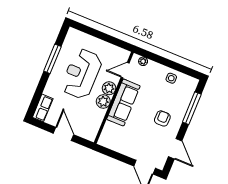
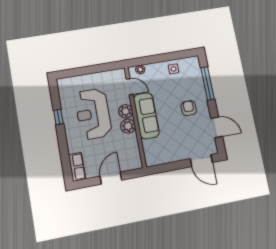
window: (52, 59) -> (58, 117), width x0.46
door: (125, 70) -> (130, 87), swing flipped
door: (63, 134) -> (111, 178), hinge flipped

